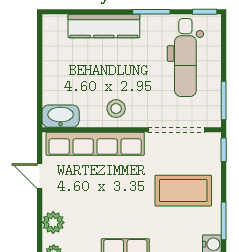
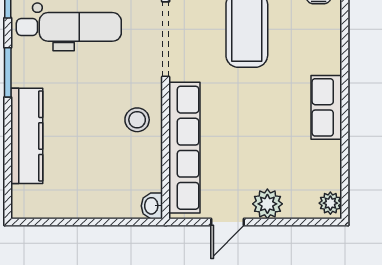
washbasin: (61, 116) -> (152, 206), width x0.52, depth x0.69
plant: (53, 222) -> (267, 204), moved

